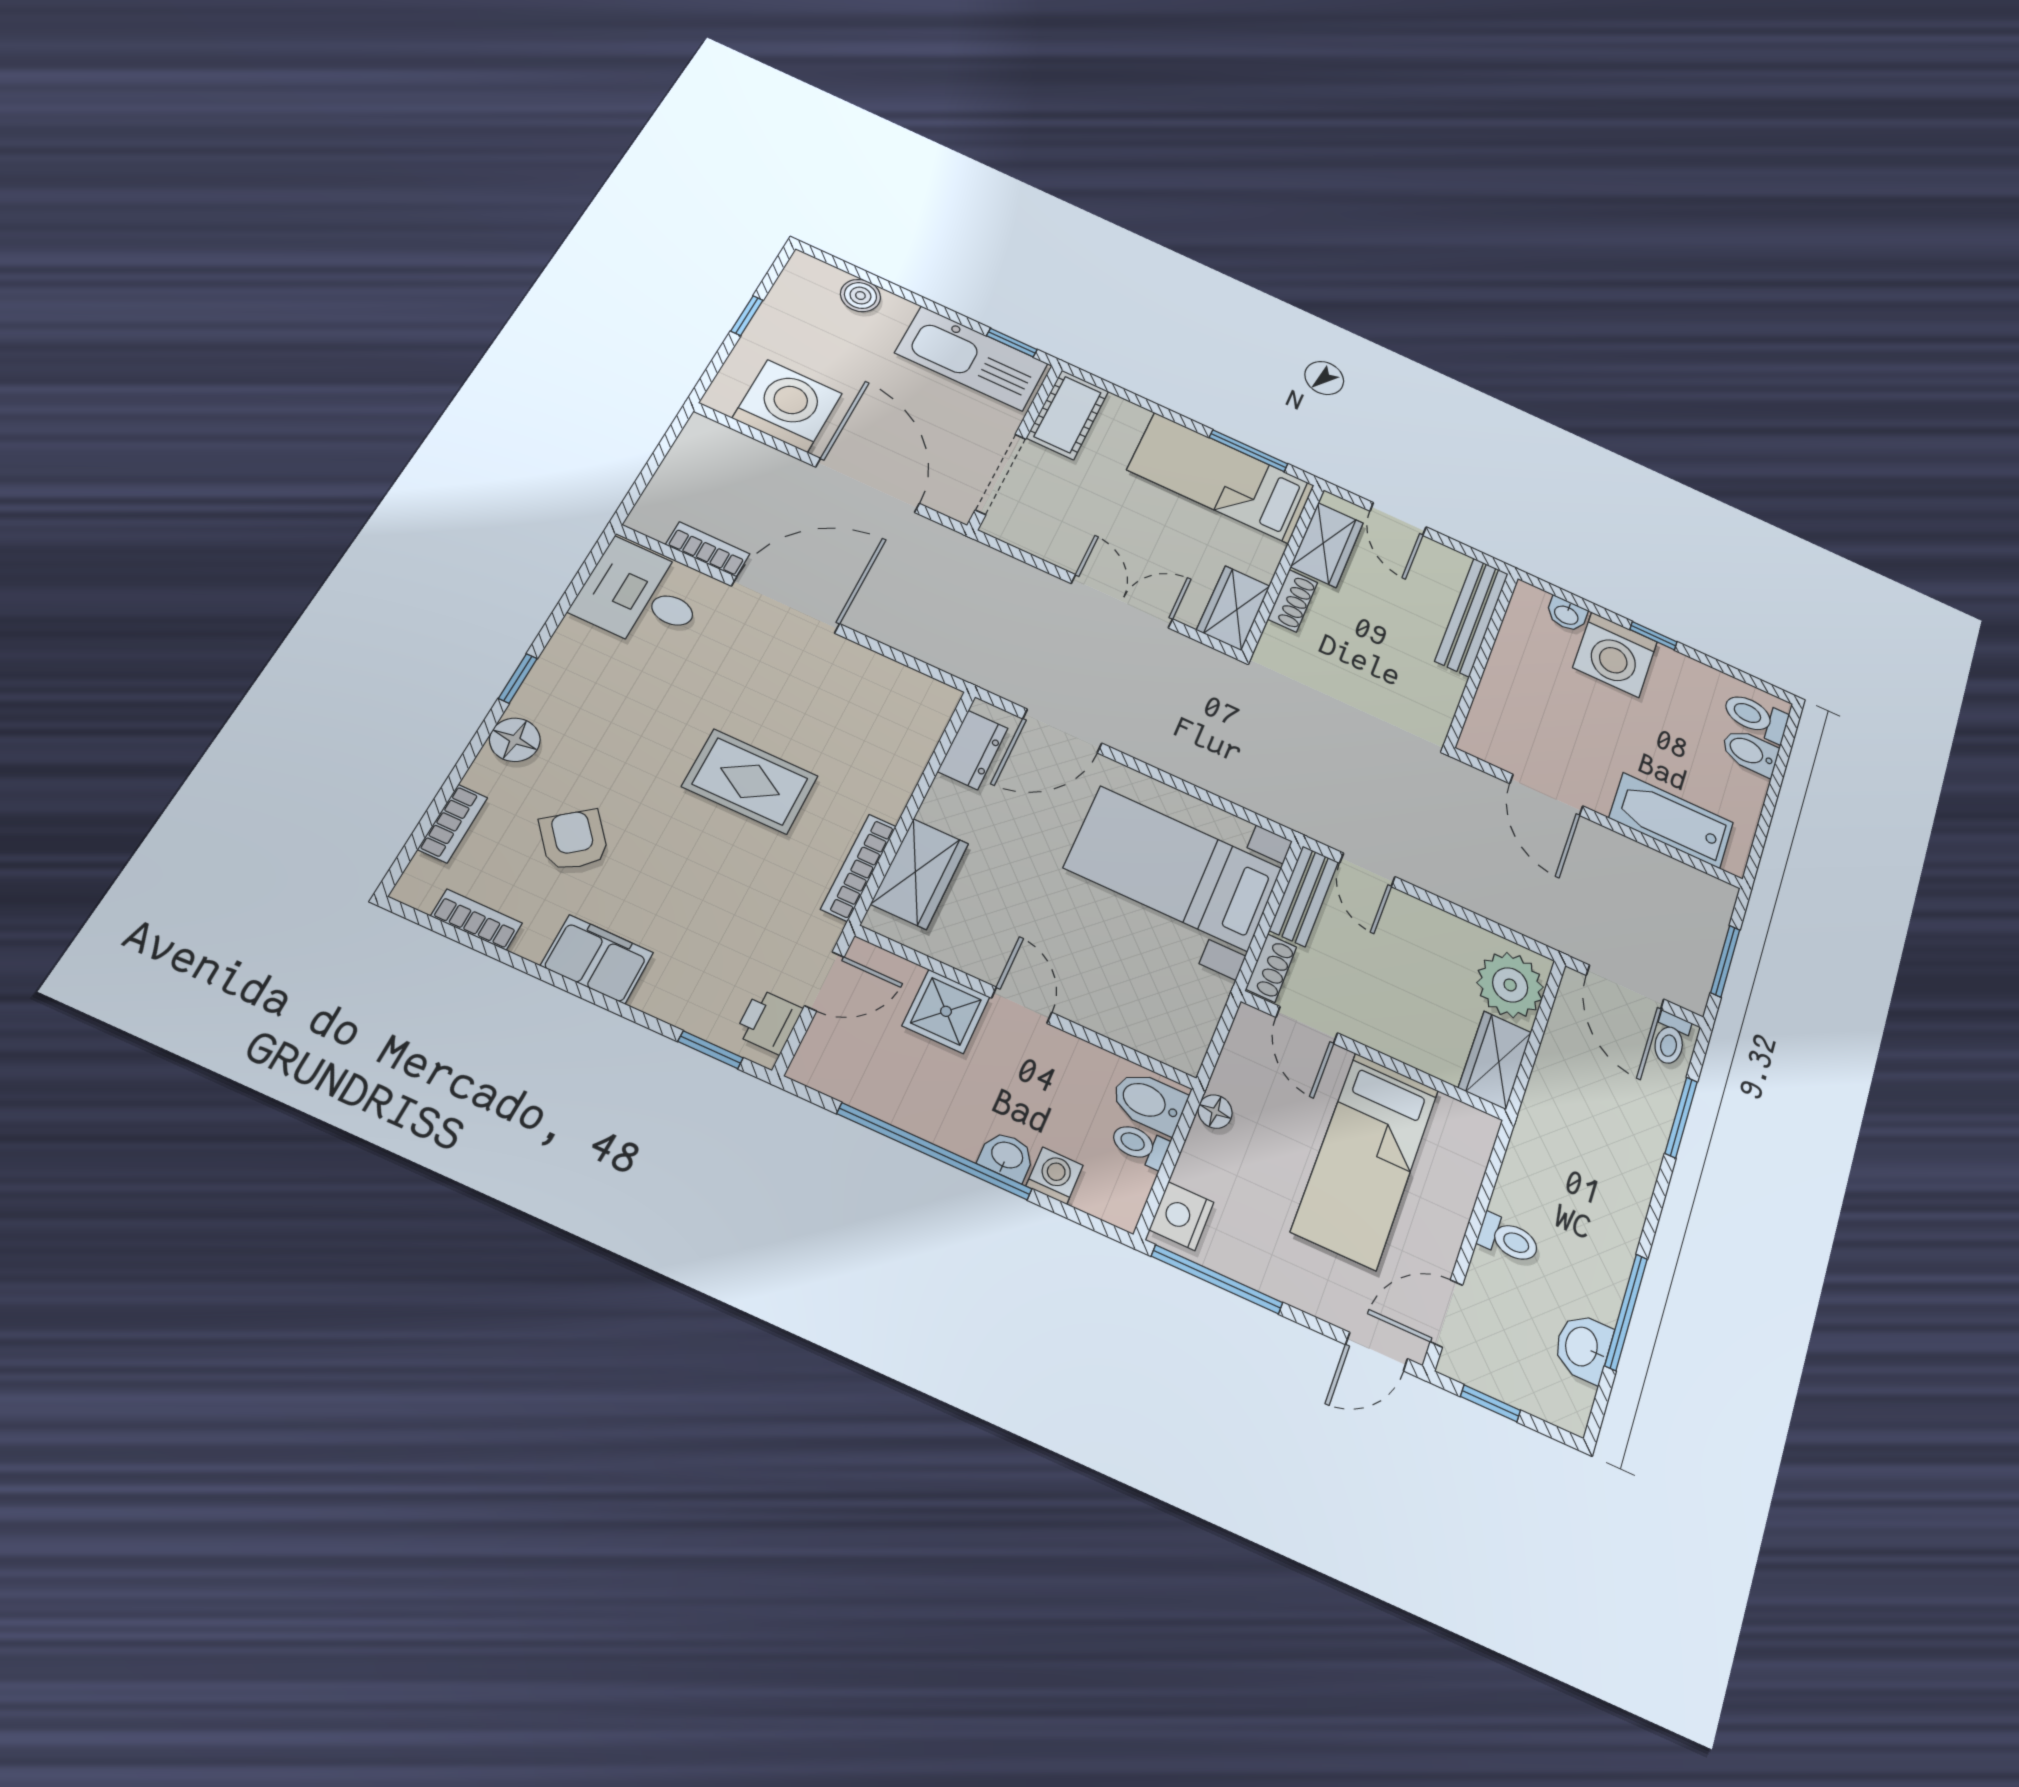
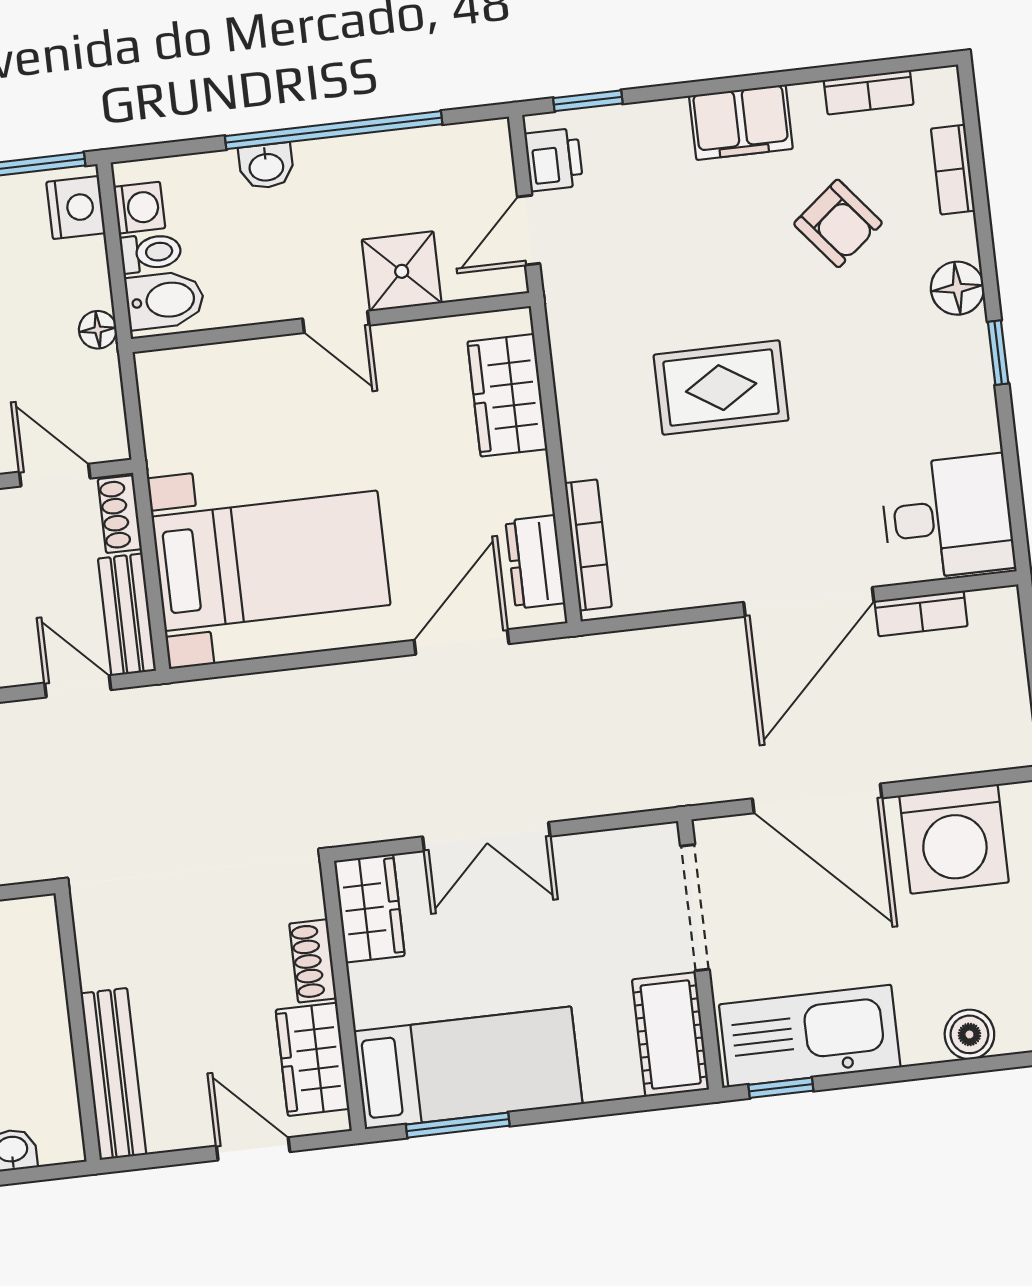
bookcase: (859, 868) -> (588, 545), moved
washing machine: (1055, 1176) -> (139, 208), moved, turned -90

